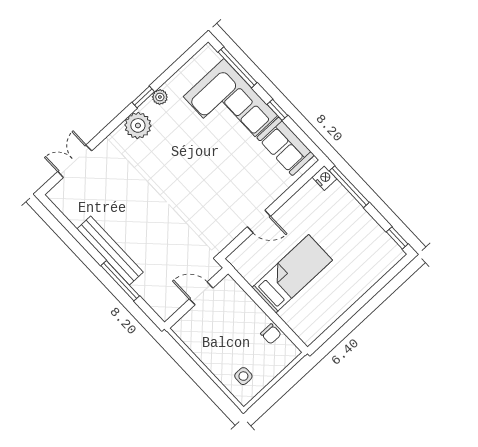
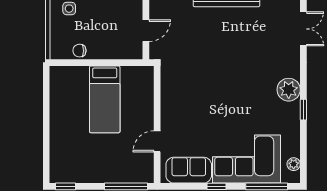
plant: (160, 97) -> (294, 164), moved
nightstand: (324, 178) -> (146, 176), removed
door: (259, 222) -> (157, 141), moved

